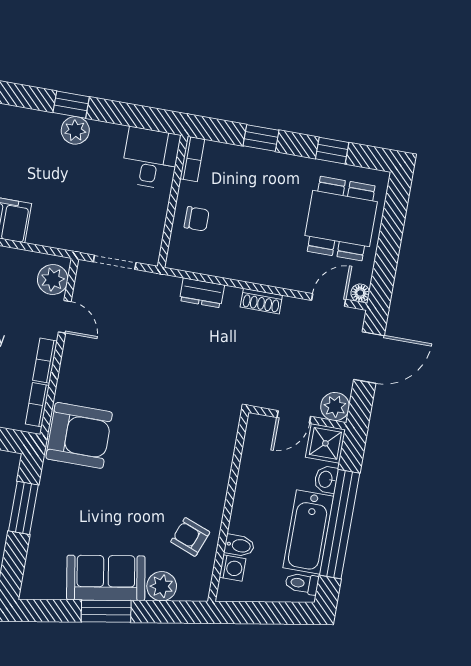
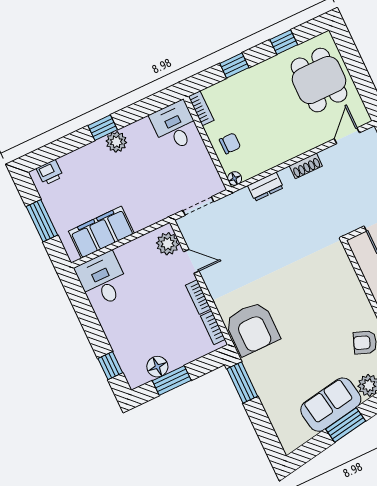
floor lamp: (360, 293) -> (235, 178), moved
armchair: (79, 435) -> (252, 328), turned 90
window: (23, 508) -> (242, 382), moved

